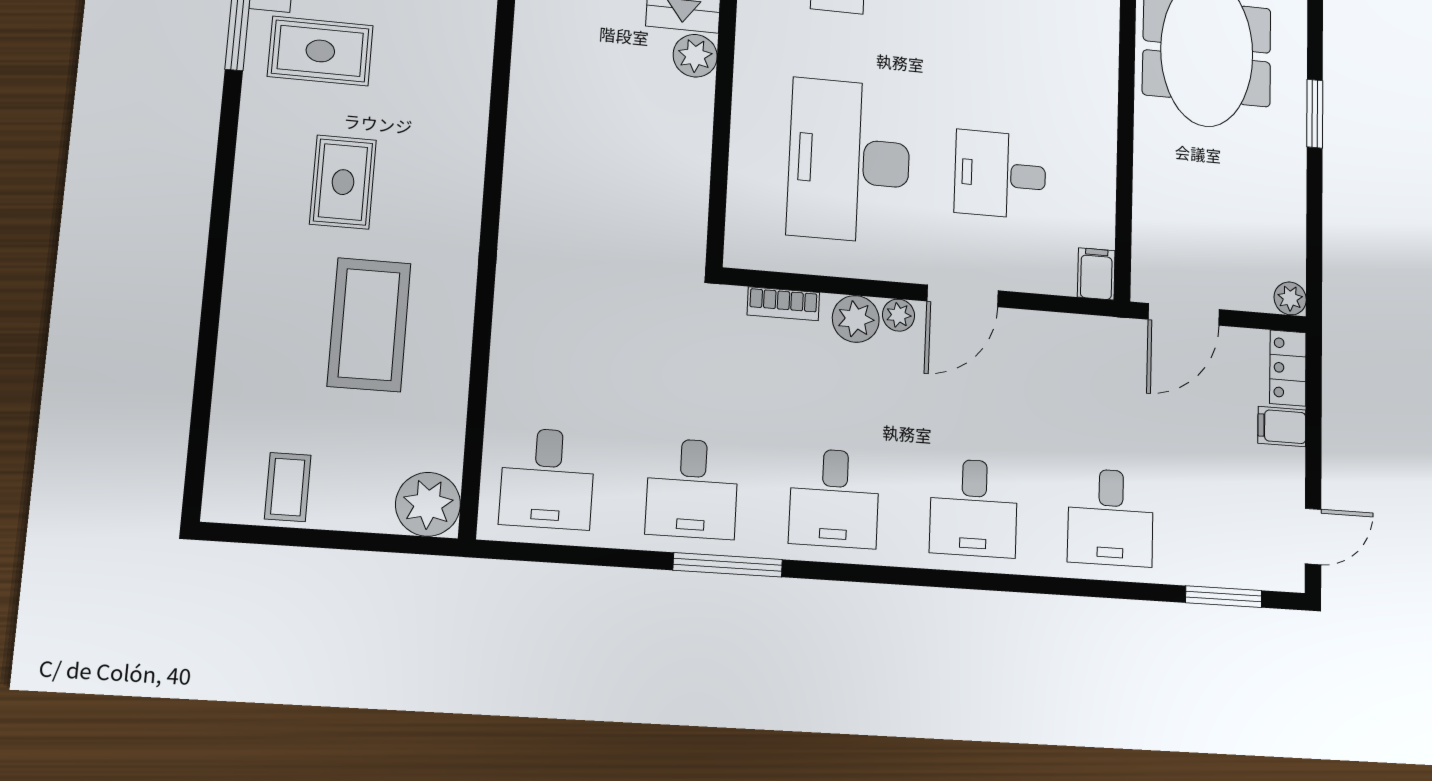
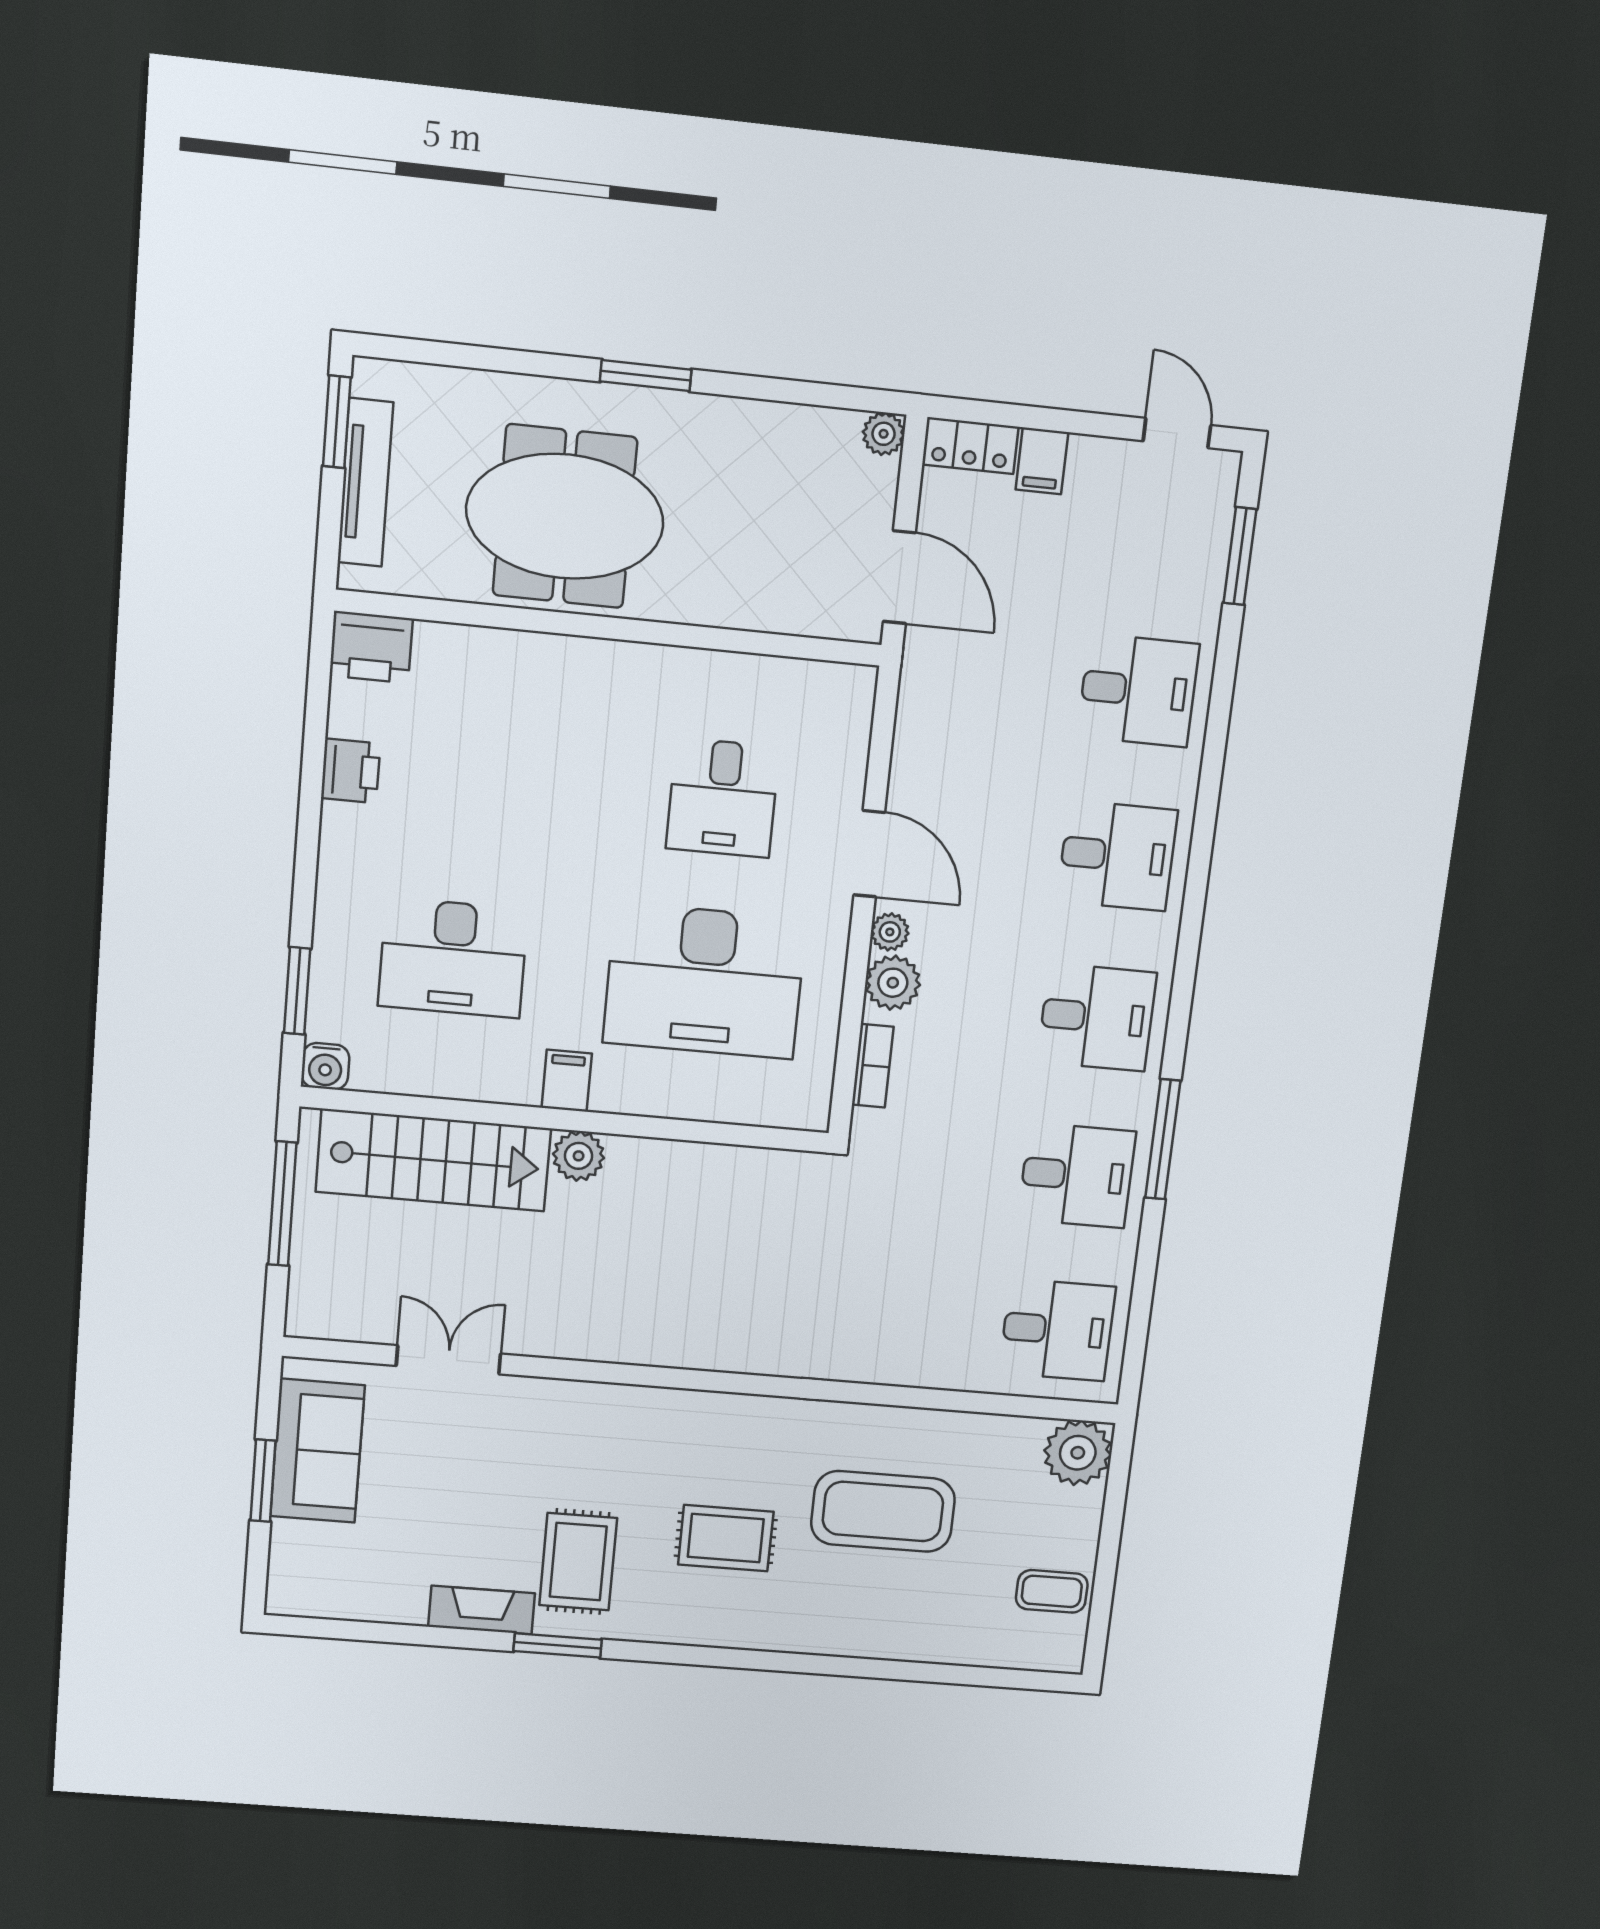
filing cabinet: (1096, 274) -> (567, 1081), moved, turned 90

